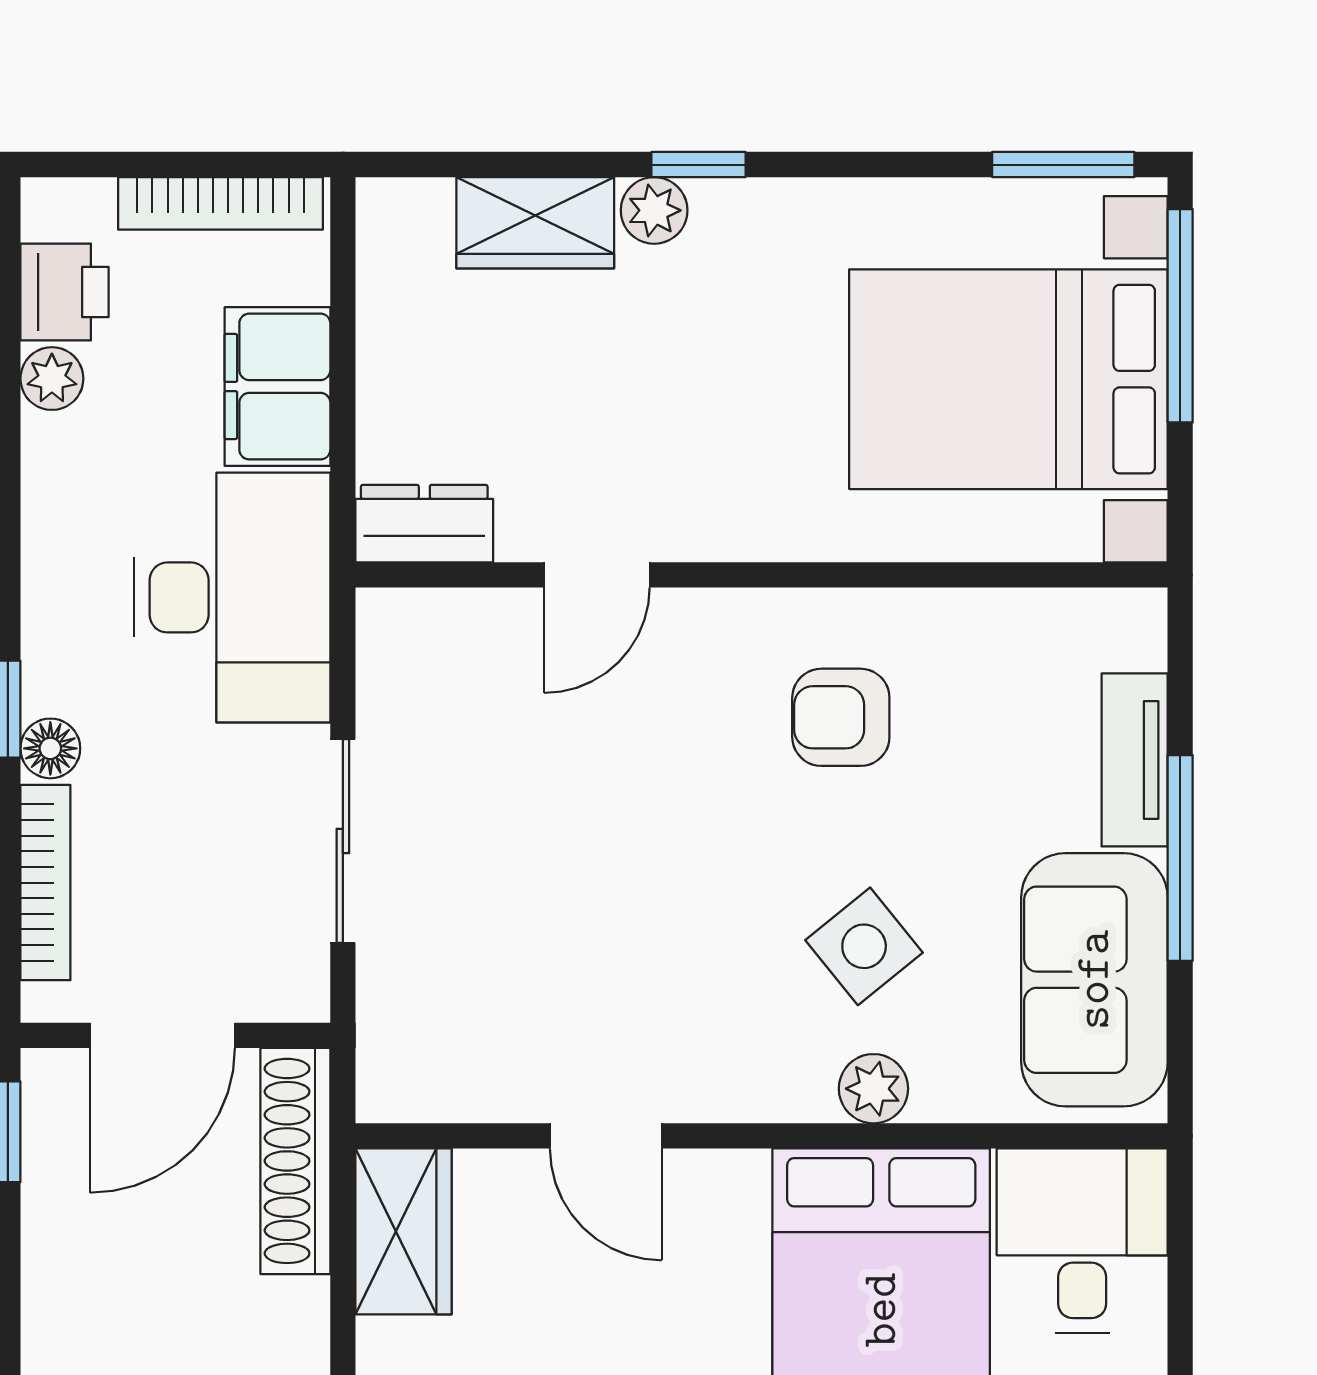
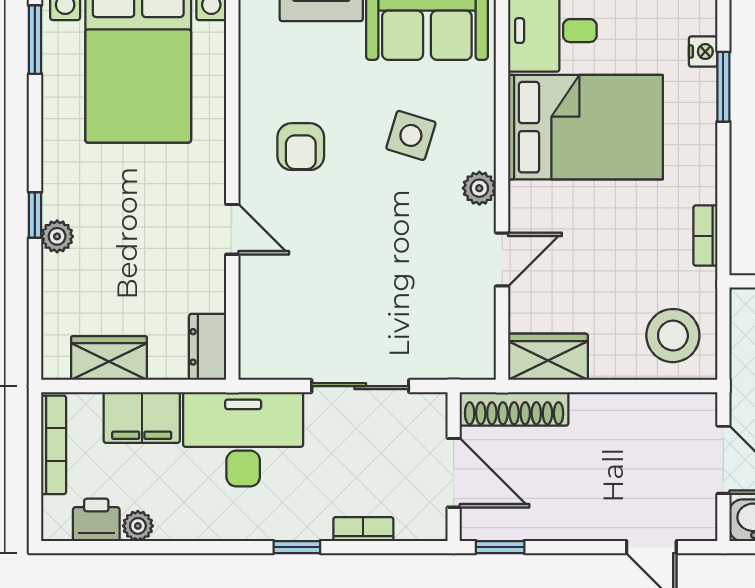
wardrobe: (535, 223) -> (109, 358), moved, turned -90
door: (597, 575) -> (232, 229), moved
floor lamp: (50, 748) -> (316, 527), removed
bookcase: (45, 883) -> (363, 529), width x0.64
side table: (864, 946) -> (411, 135), turned -34
plant: (873, 1089) -> (479, 188), moved

